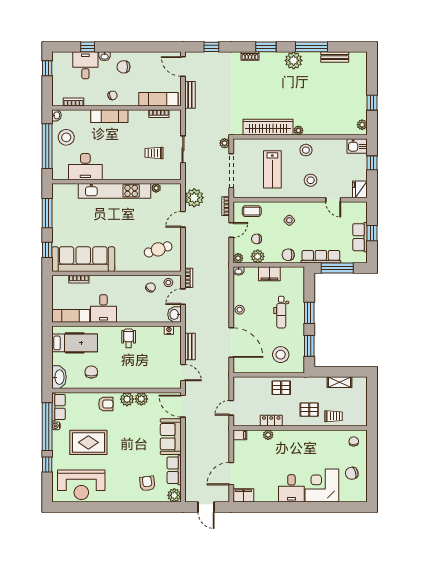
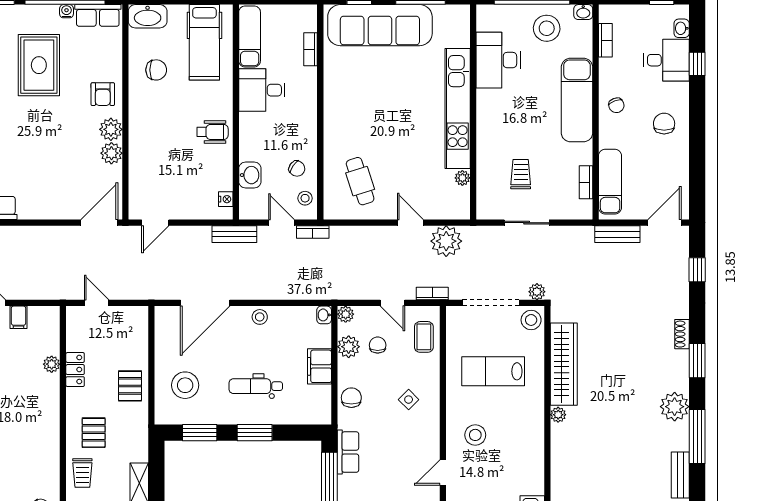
washbasin: (105, 56) -> (682, 28), moved
exam couch: (109, 116) -> (577, 100), width x1.36, depth x1.45
stool: (306, 150) -> (531, 320), moved
row of seats: (321, 257) -> (348, 452), width x0.68
sofa: (83, 259) -> (380, 25), moved, turned 90
washbasin: (175, 314) -> (250, 175), moved, turned 90
bench: (190, 347) -> (234, 234), moved
filing cabinet: (240, 435) -> (18, 317), moved
sofa: (171, 437) -> (48, 202), removed

